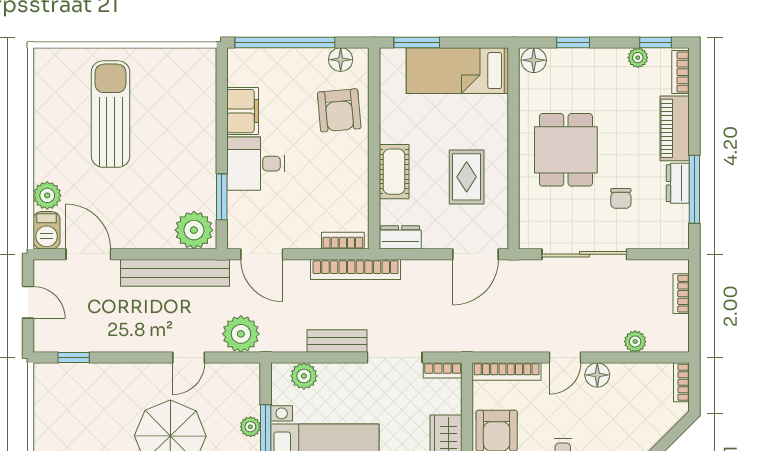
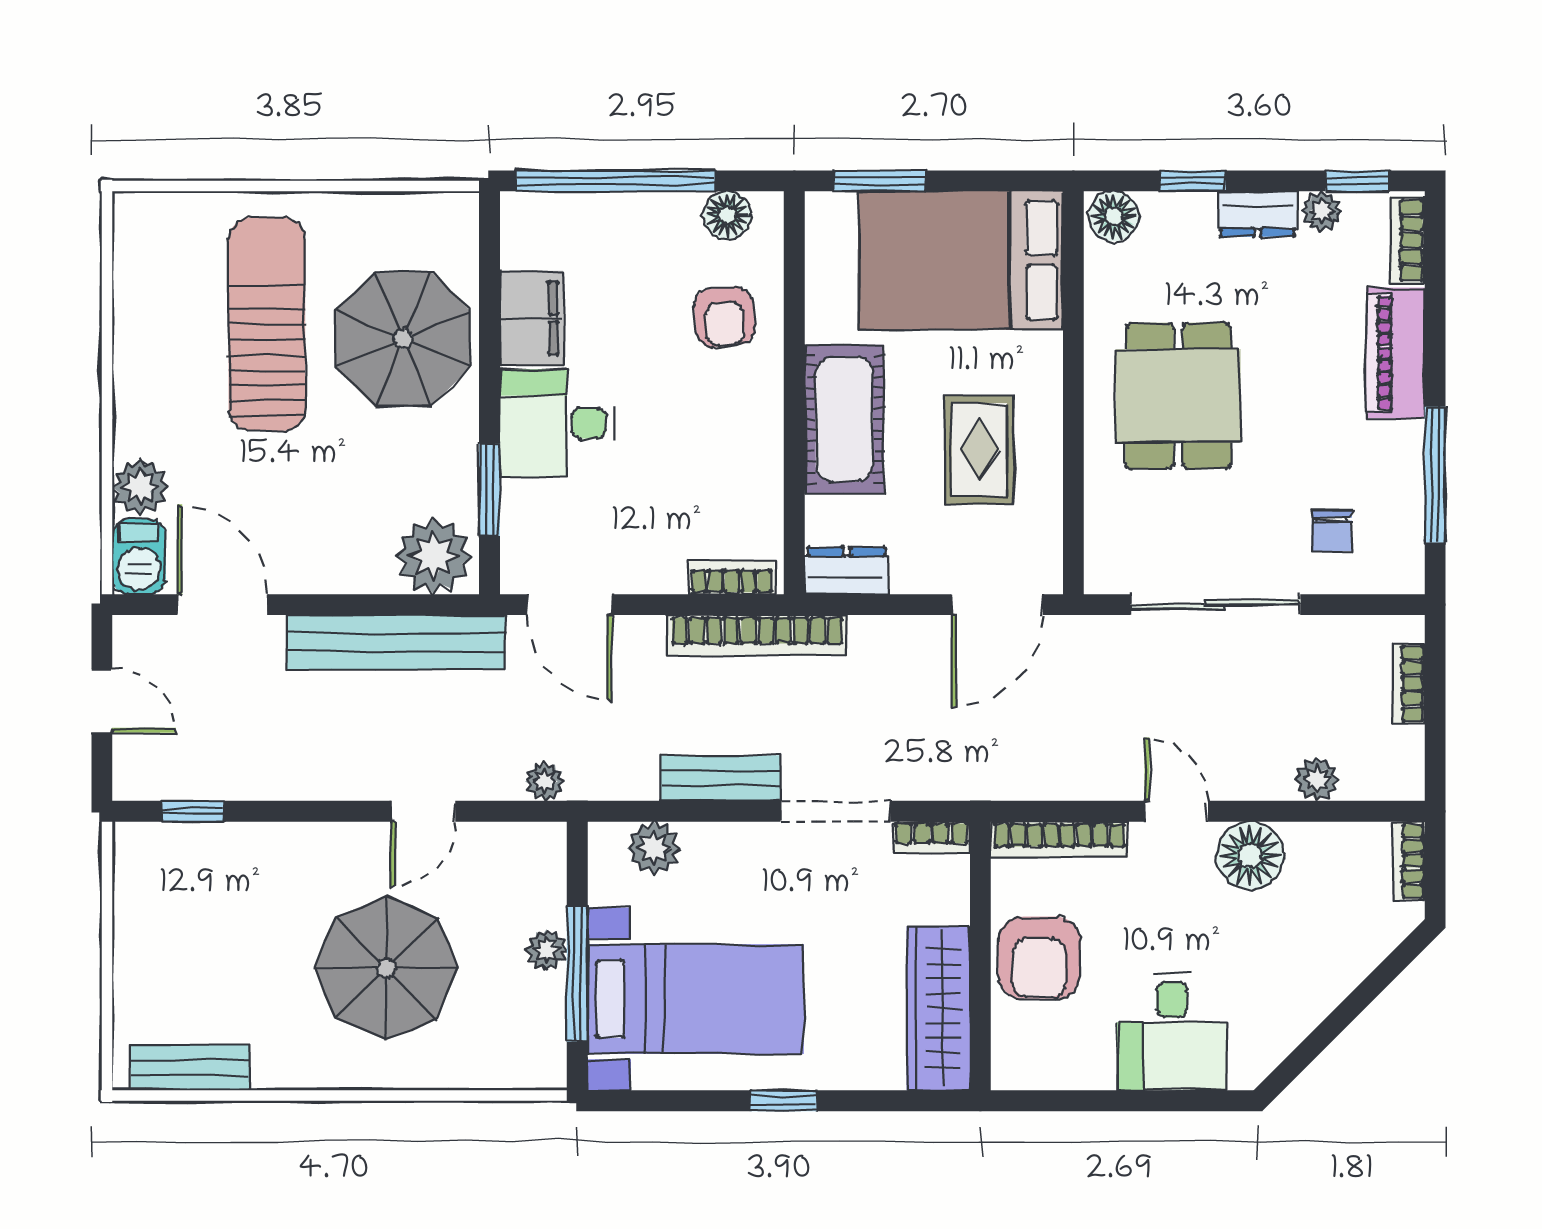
bed: (457, 71) -> (961, 260), width x1.50
armchair: (339, 110) -> (724, 317), width x0.72, depth x0.72
parasol: (179, 121) -> (403, 339), added
cot: (394, 172) -> (844, 419), width x1.37, depth x1.34
dresser: (678, 183) -> (1257, 214), moved, turned -90
chair: (621, 198) -> (1332, 531), moved
plant: (241, 334) -> (545, 781), width x0.53, depth x0.53
door: (565, 358) -> (1176, 811), swing flipped
floor lamp: (597, 375) -> (1250, 855), width x1.38, depth x1.38

